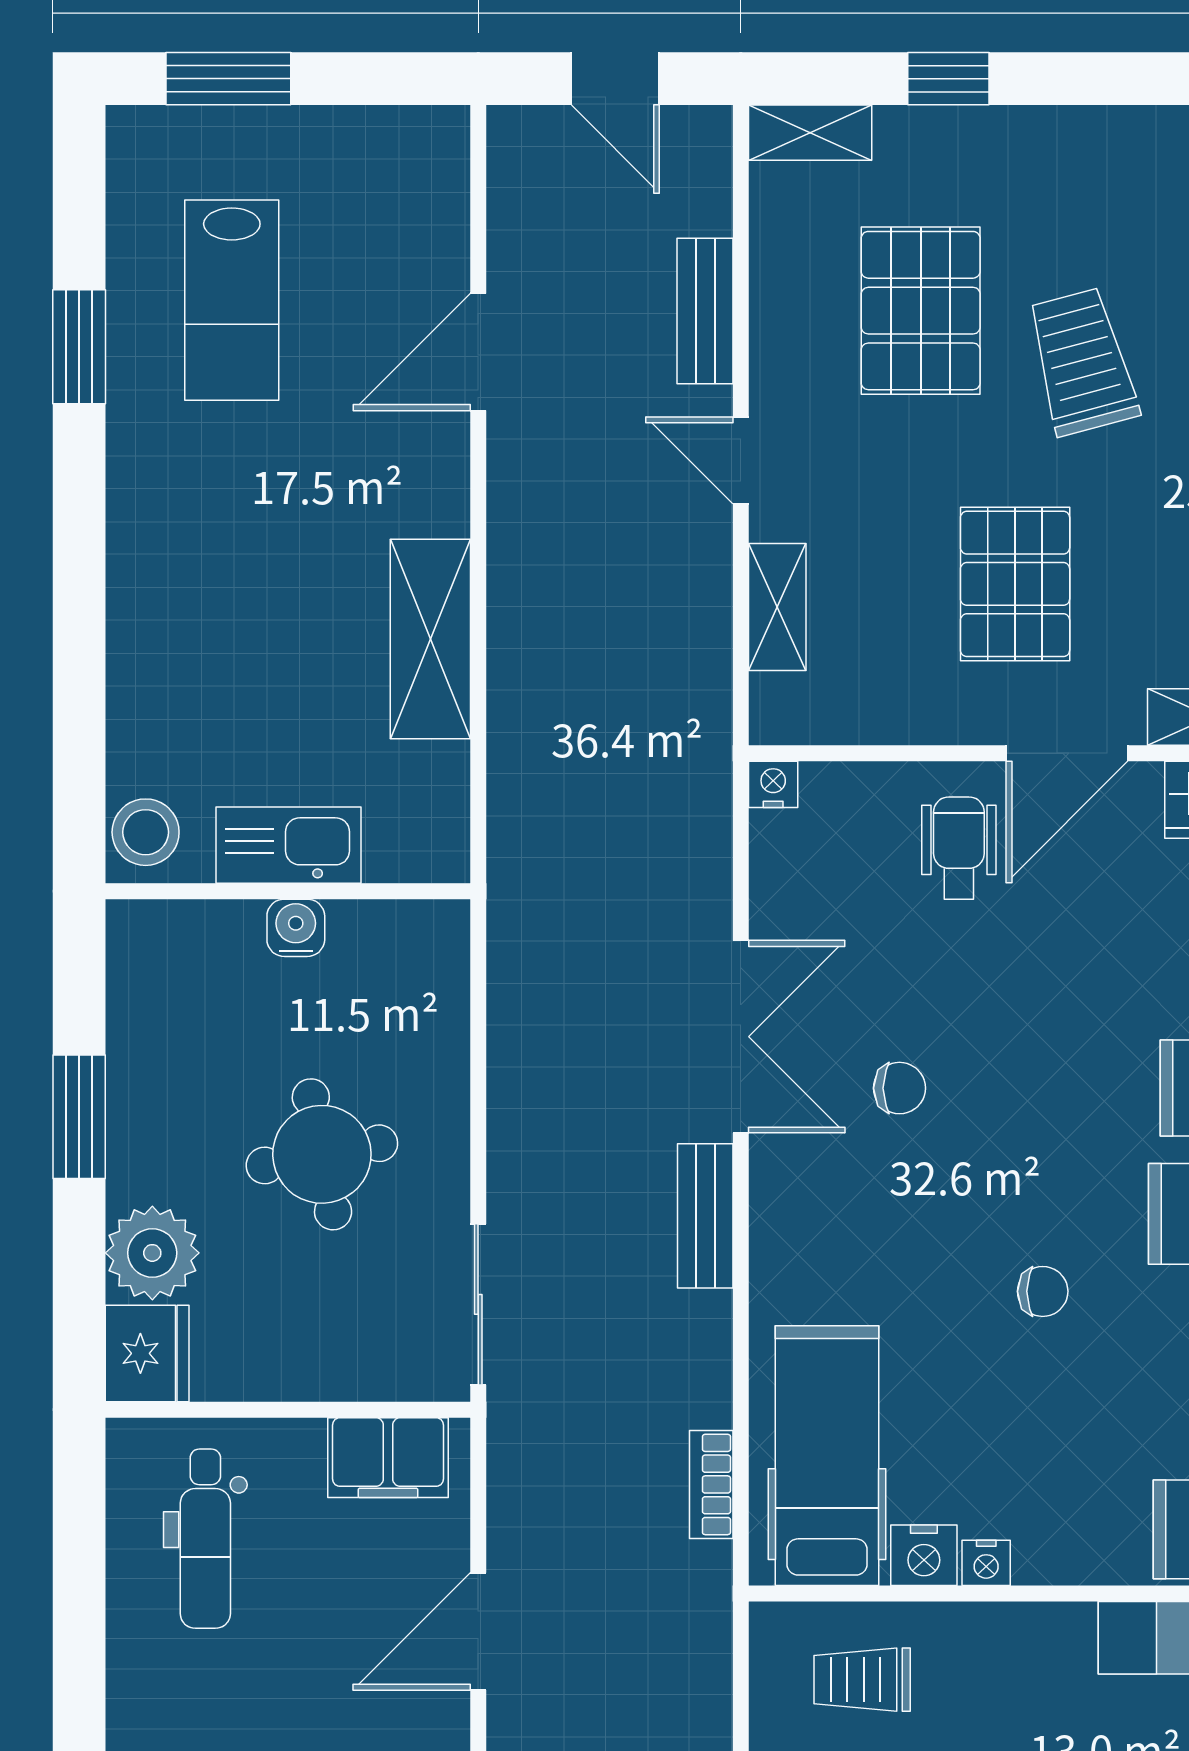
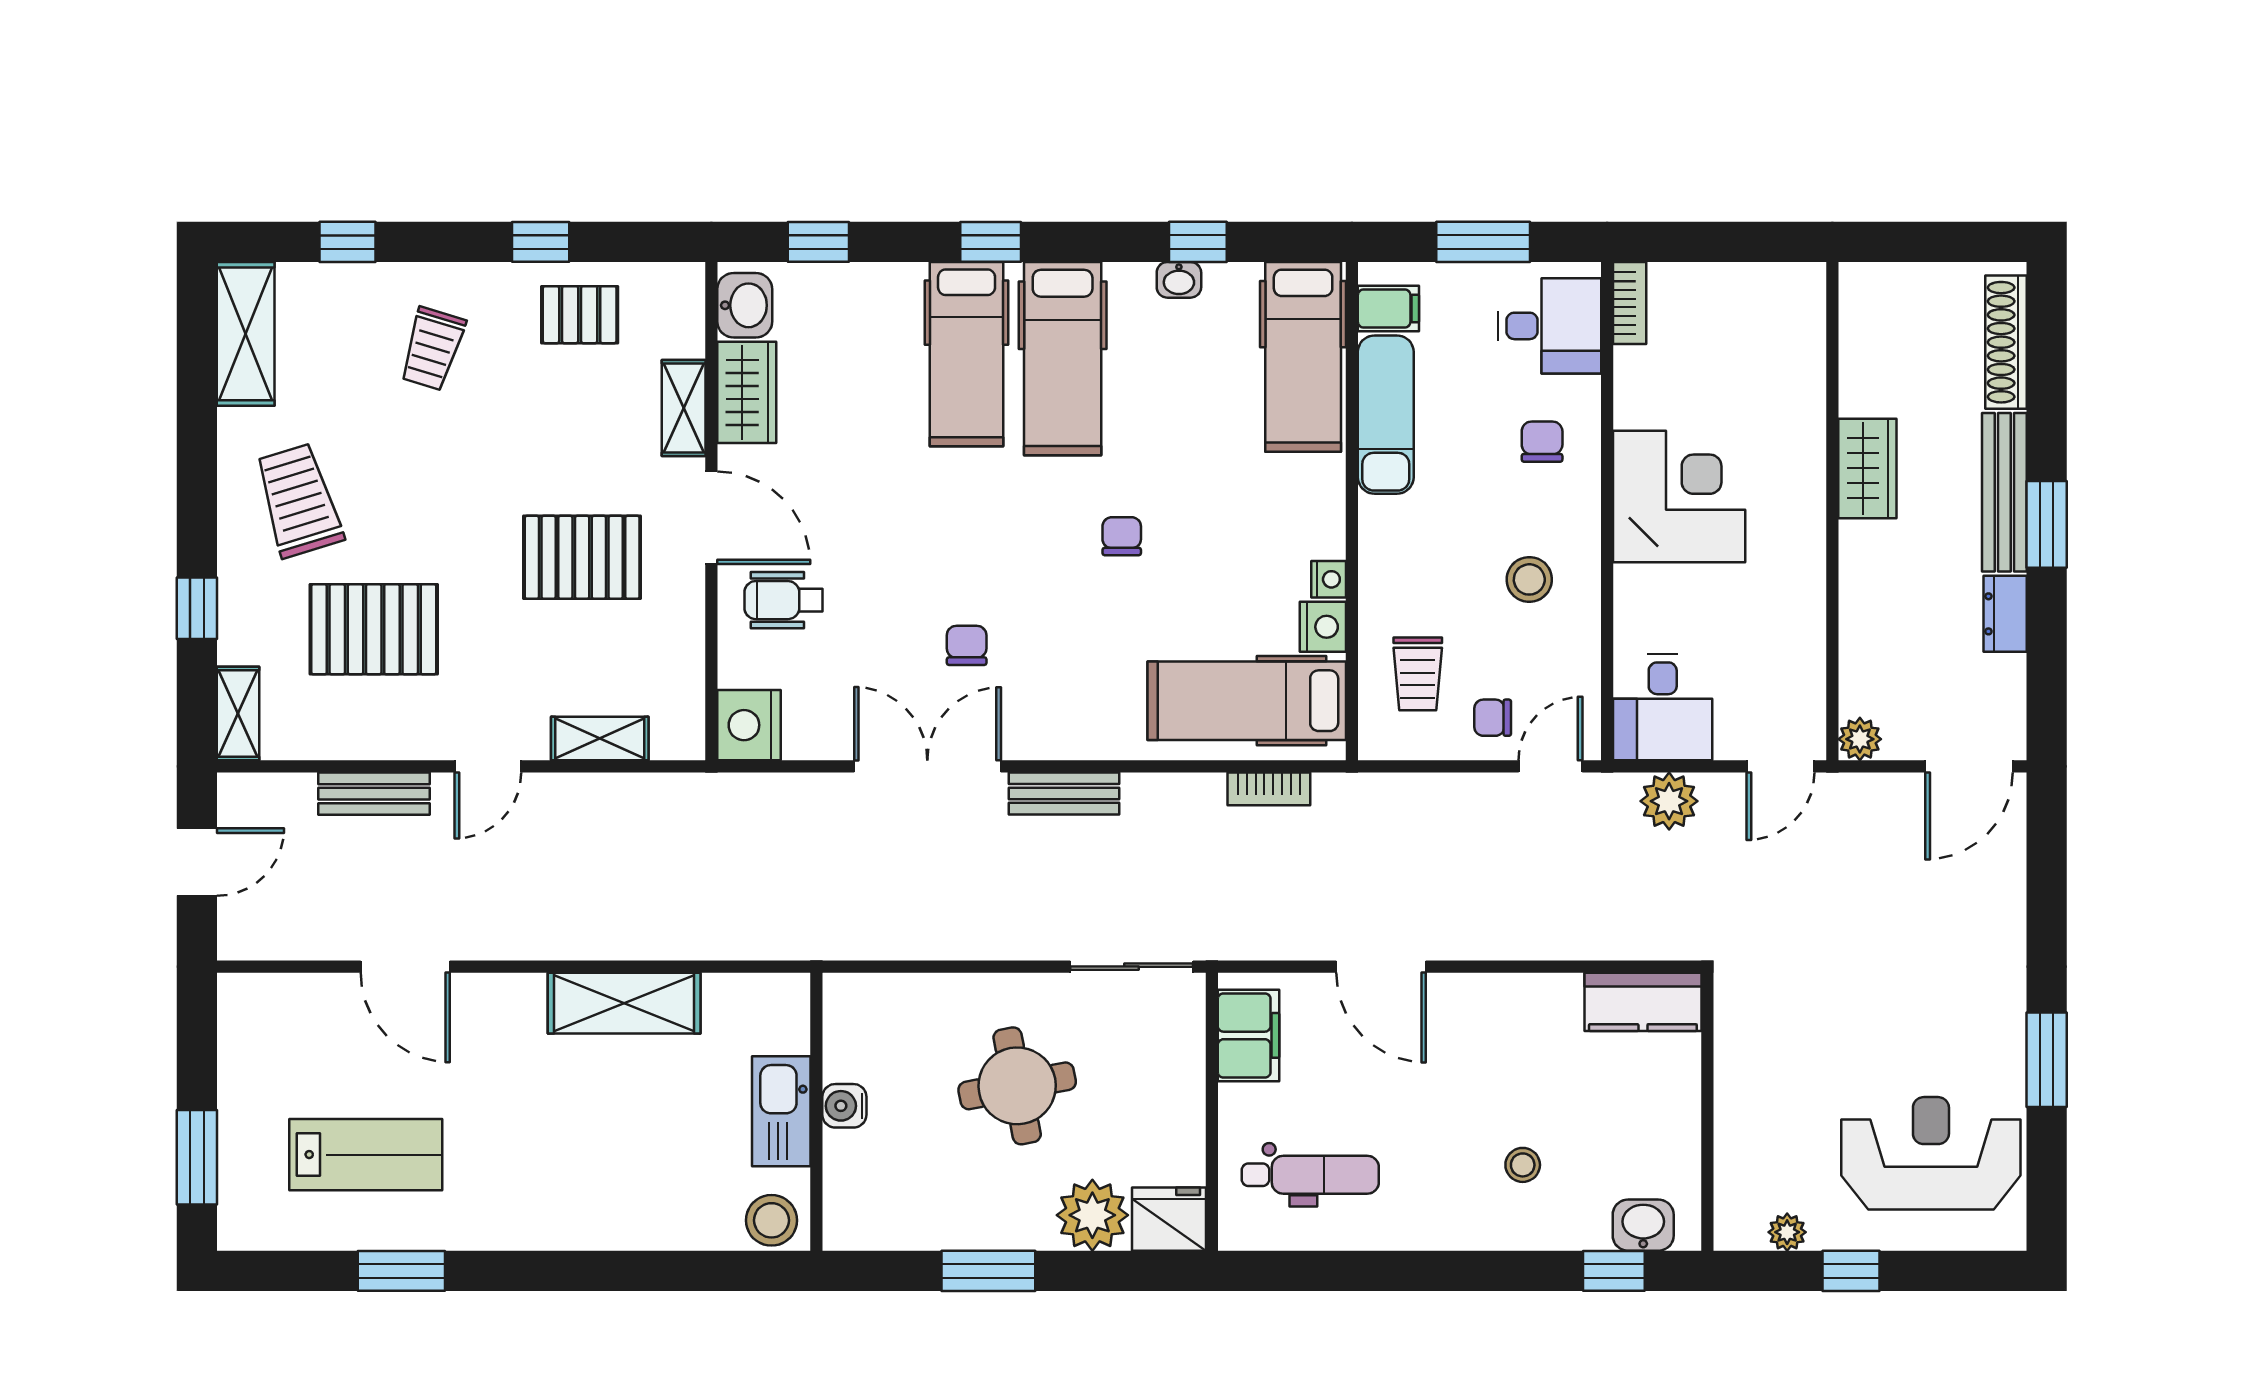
trolley: (1082, 362) -> (299, 501), moved, turned 88
nightstand: (773, 784) -> (749, 725), width x1.89, depth x1.79

